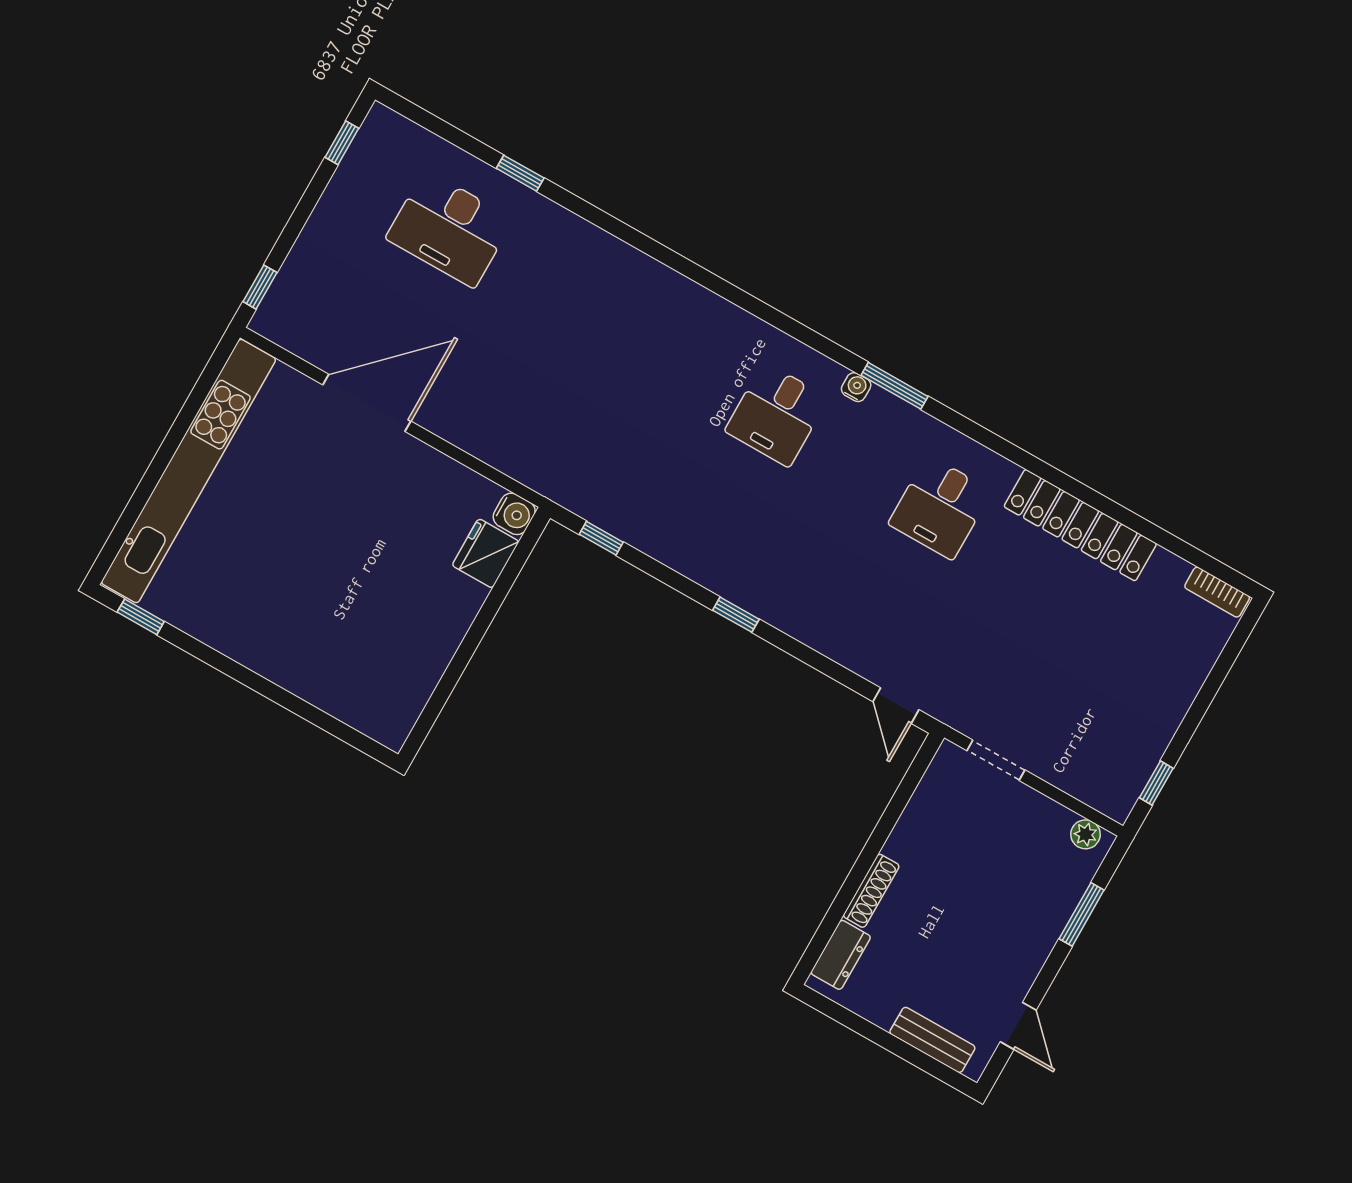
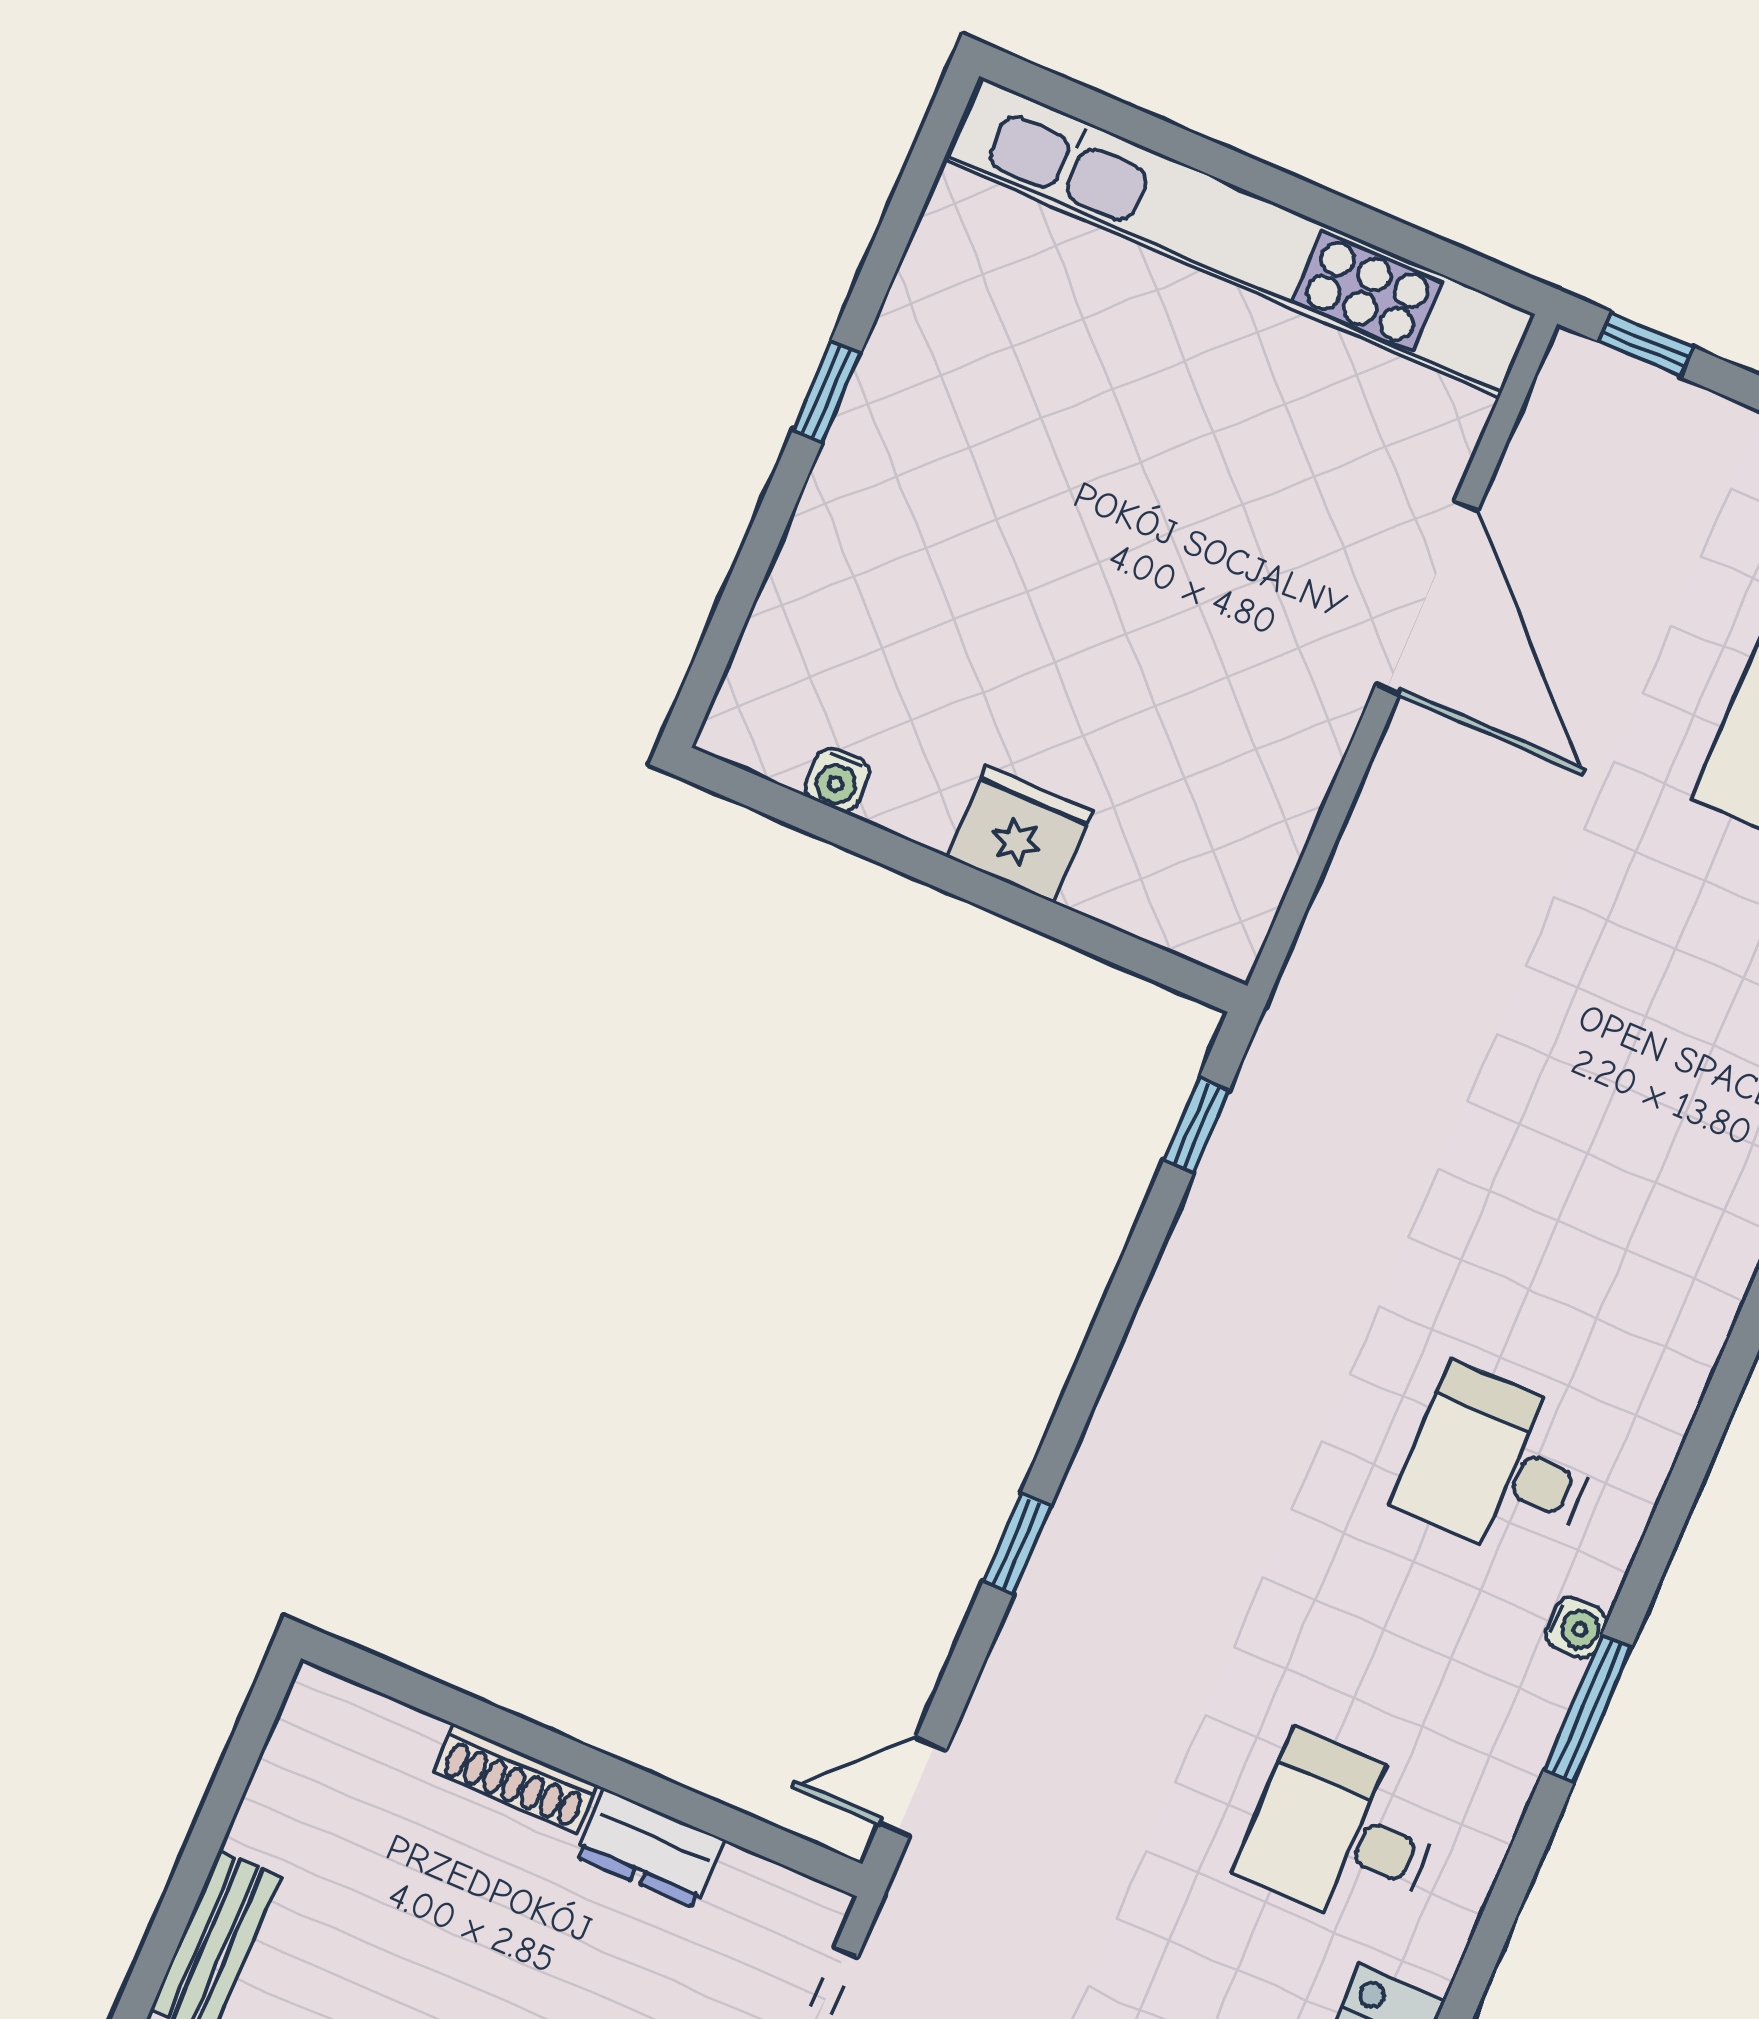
water cooler: (514, 514) -> (837, 780), moved, width x0.72, depth x0.72
fridge: (486, 553) -> (1020, 834), moved
window: (736, 615) -> (1017, 1544), moved
window: (141, 617) -> (827, 392), moved
dresser: (841, 955) -> (650, 1848), moved

